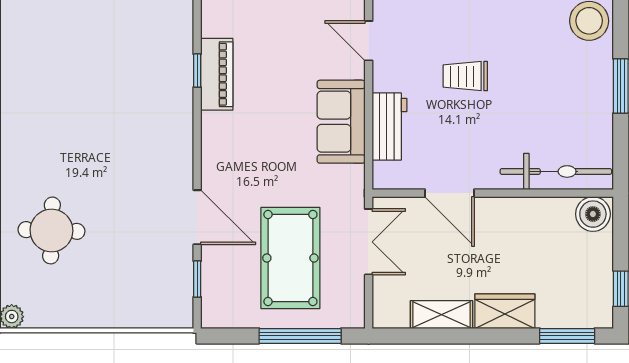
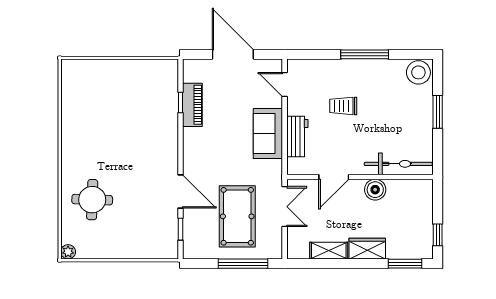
door: (450, 193) -> (334, 177), hinge flipped
boiler: (593, 214) -> (375, 190), moved

